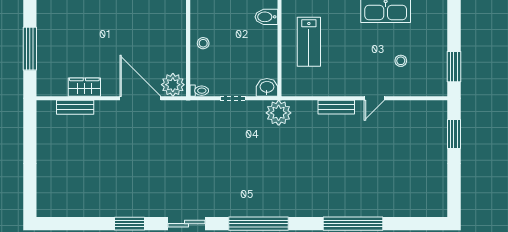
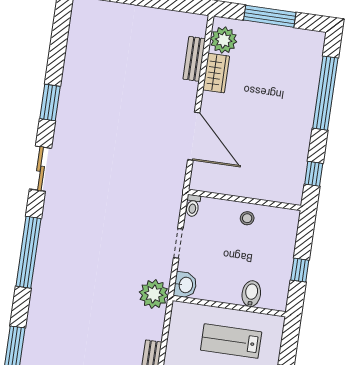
bidet: (266, 17) -> (251, 294), moved
plant: (173, 85) -> (224, 40), moved
door: (140, 98) -> (194, 136), hinge flipped

